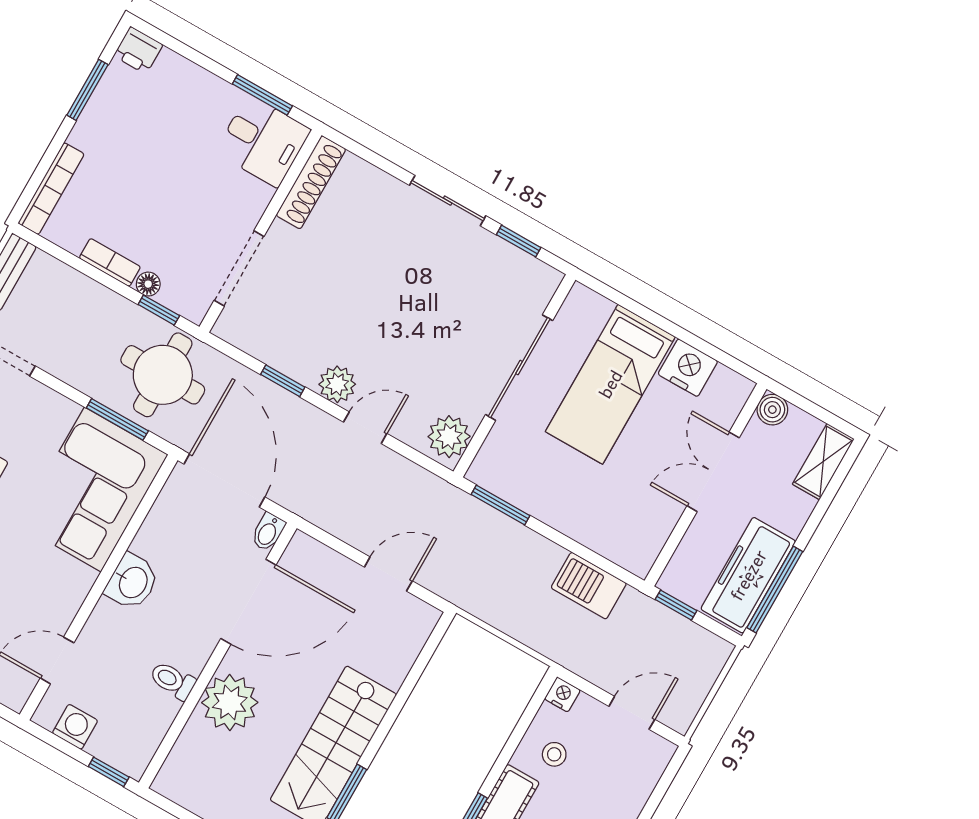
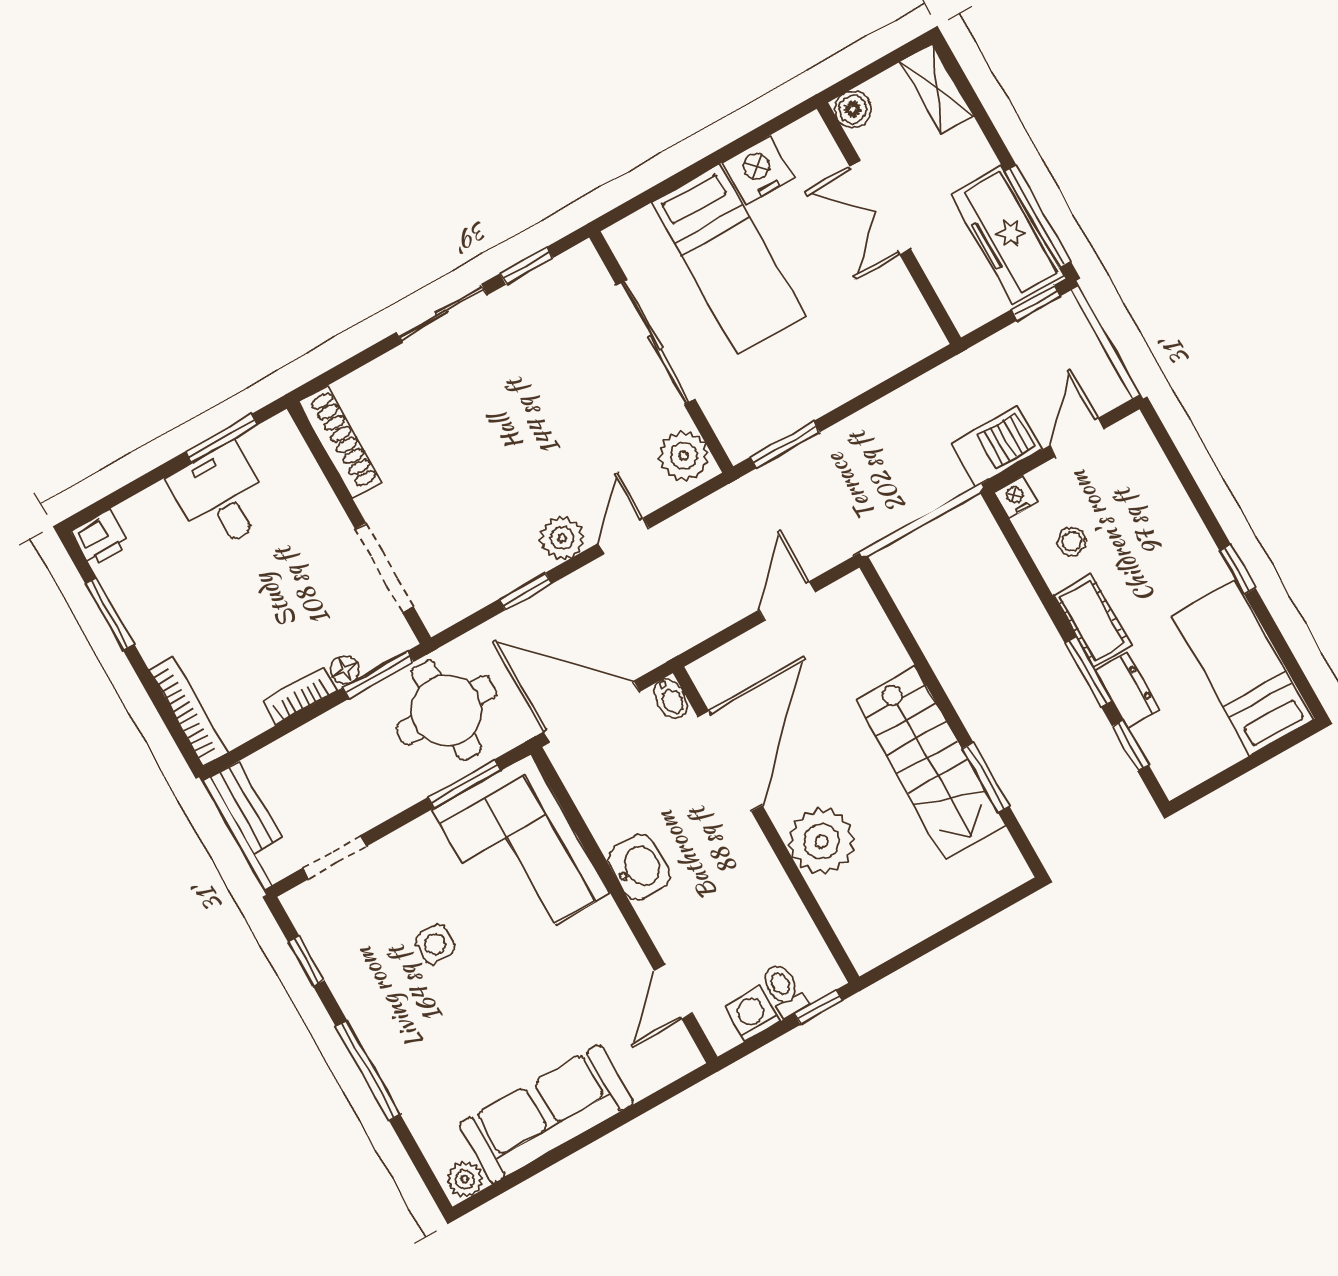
desk: (263, 141) -> (220, 497), moved, turned -90
window: (159, 310) -> (378, 675), width x1.50
barbecue: (589, 586) -> (997, 447), moved, turned 180
window: (676, 605) -> (1036, 303), moved
toilet: (172, 680) -> (784, 990), moved, turned 90

